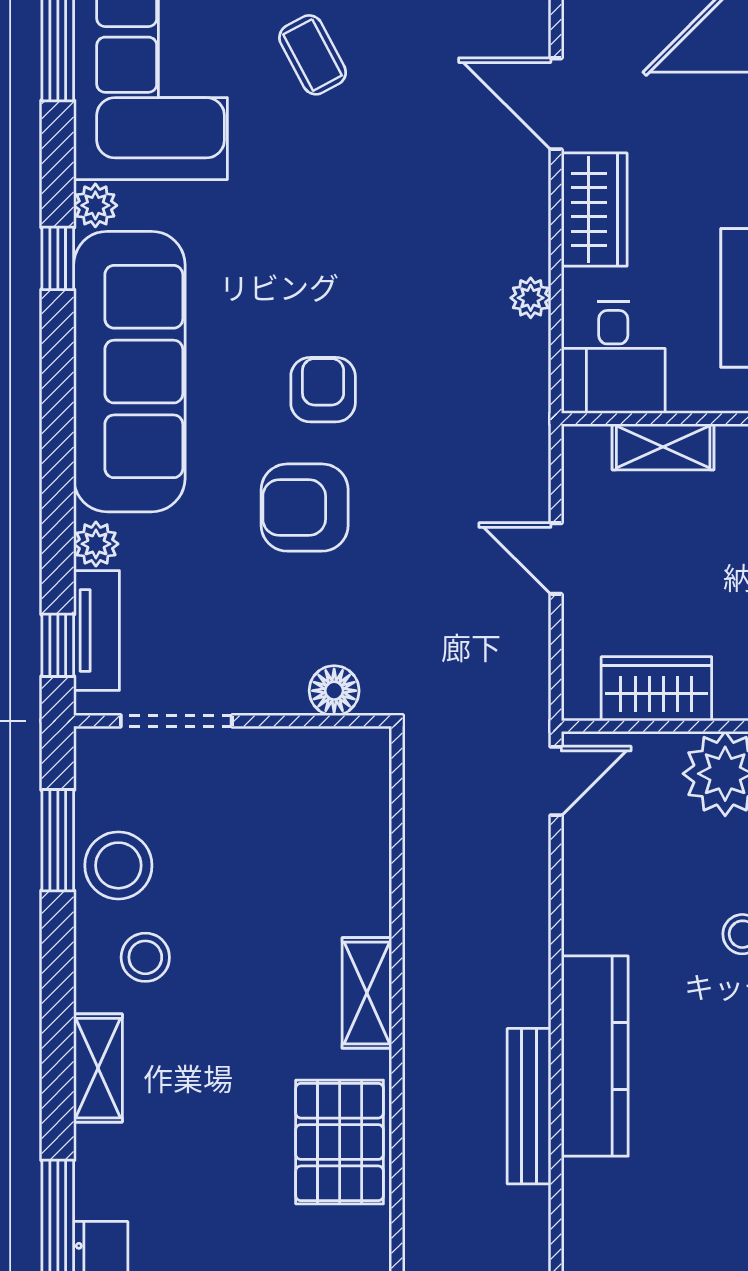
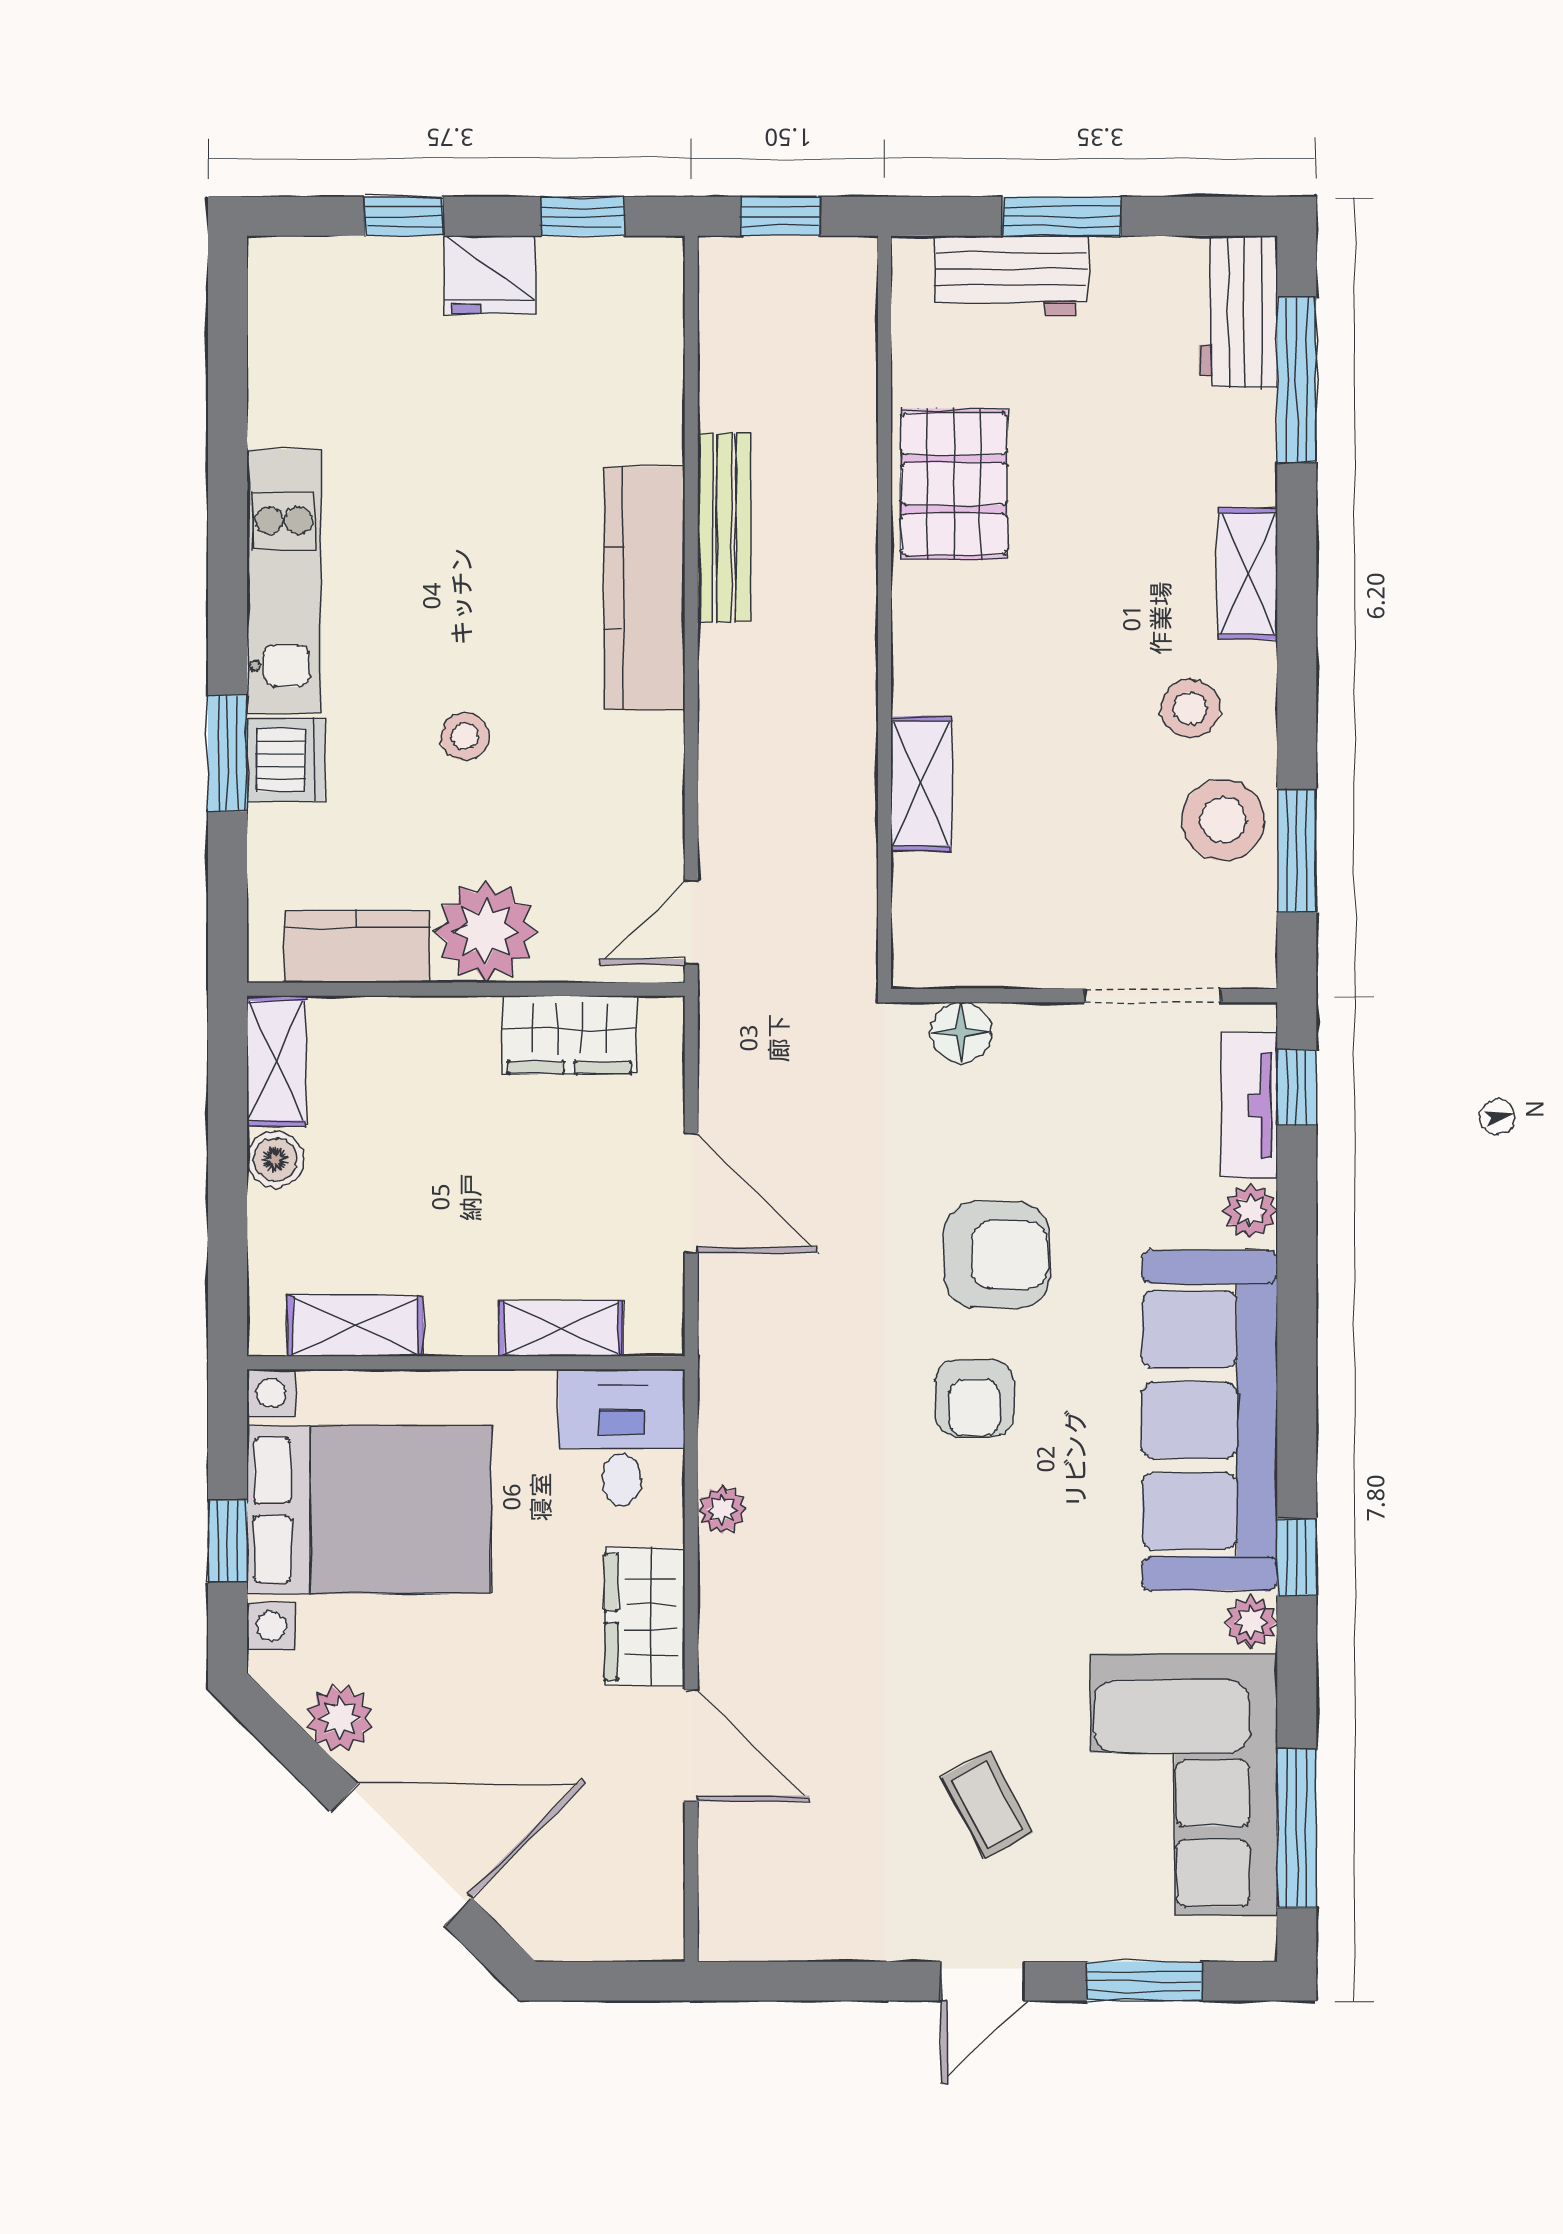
door: (556, 559) -> (691, 1193), width x1.38
shelving: (367, 993) -> (921, 784), moved

